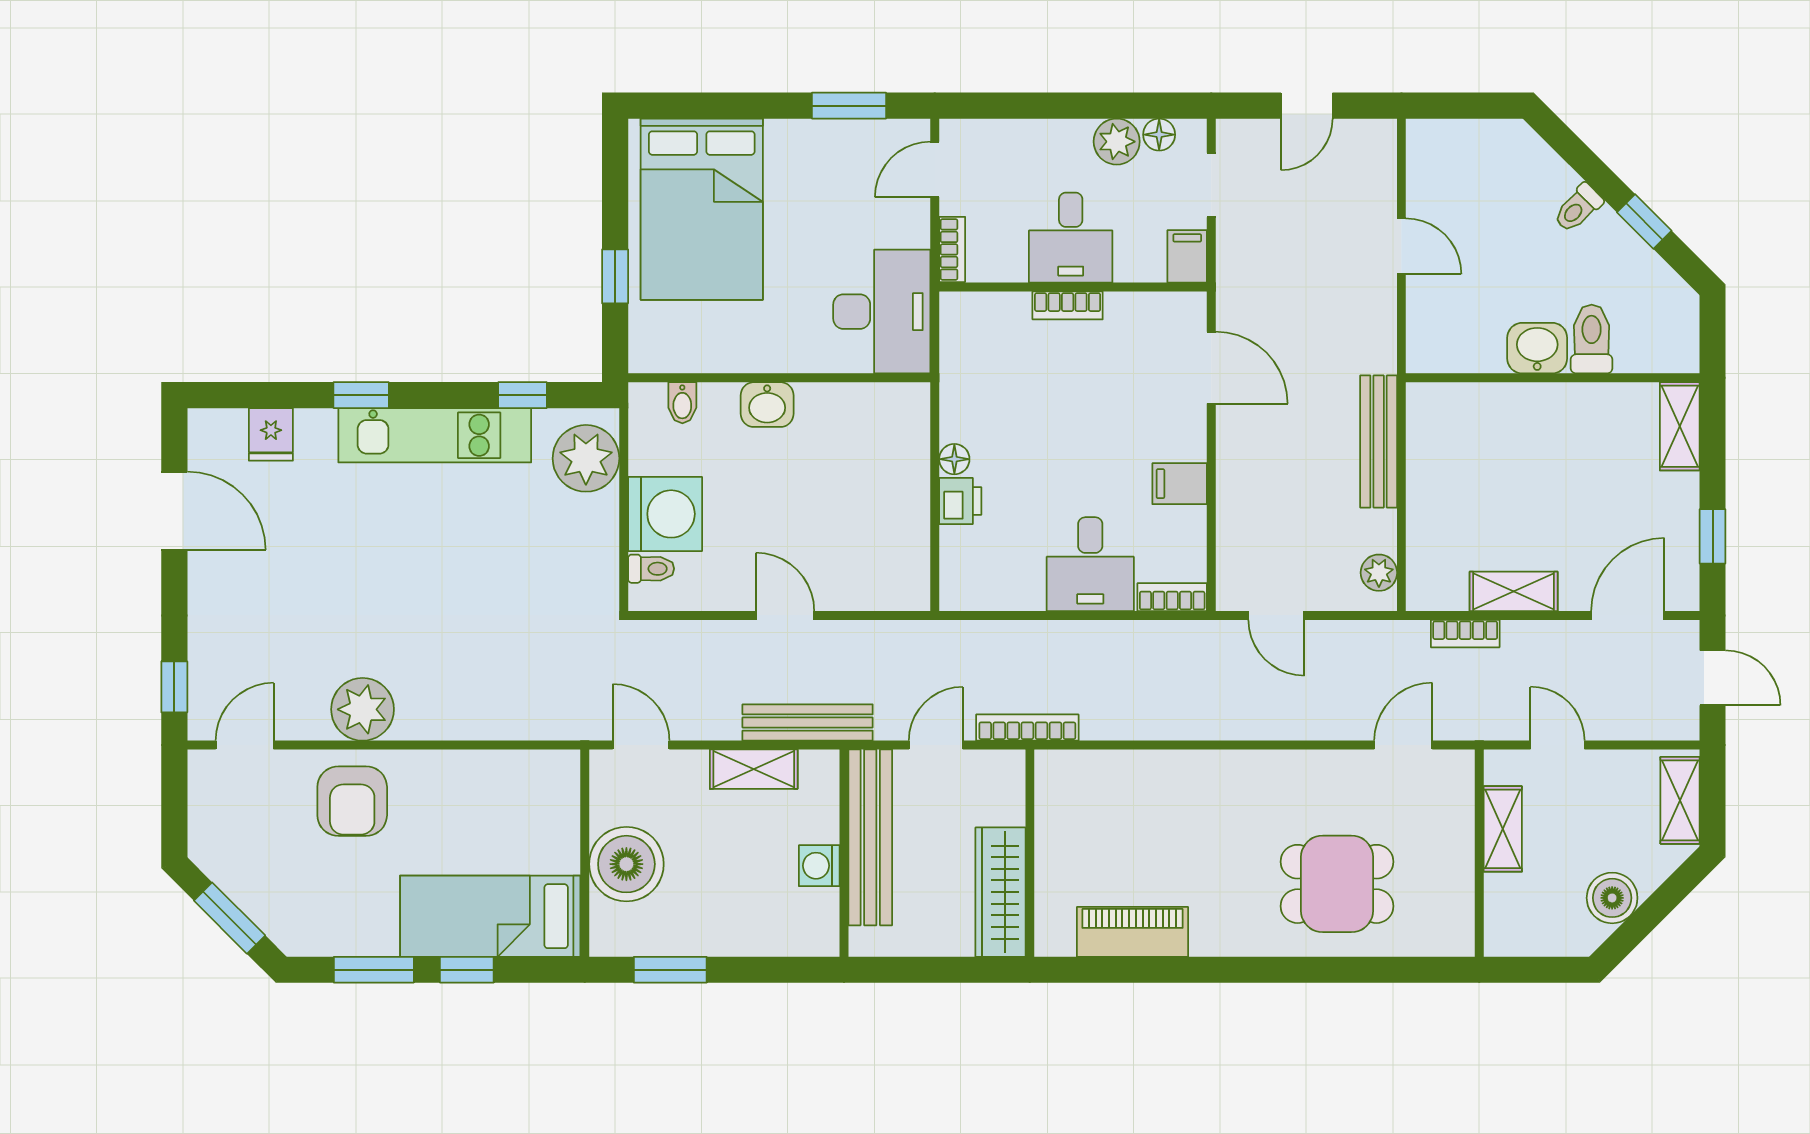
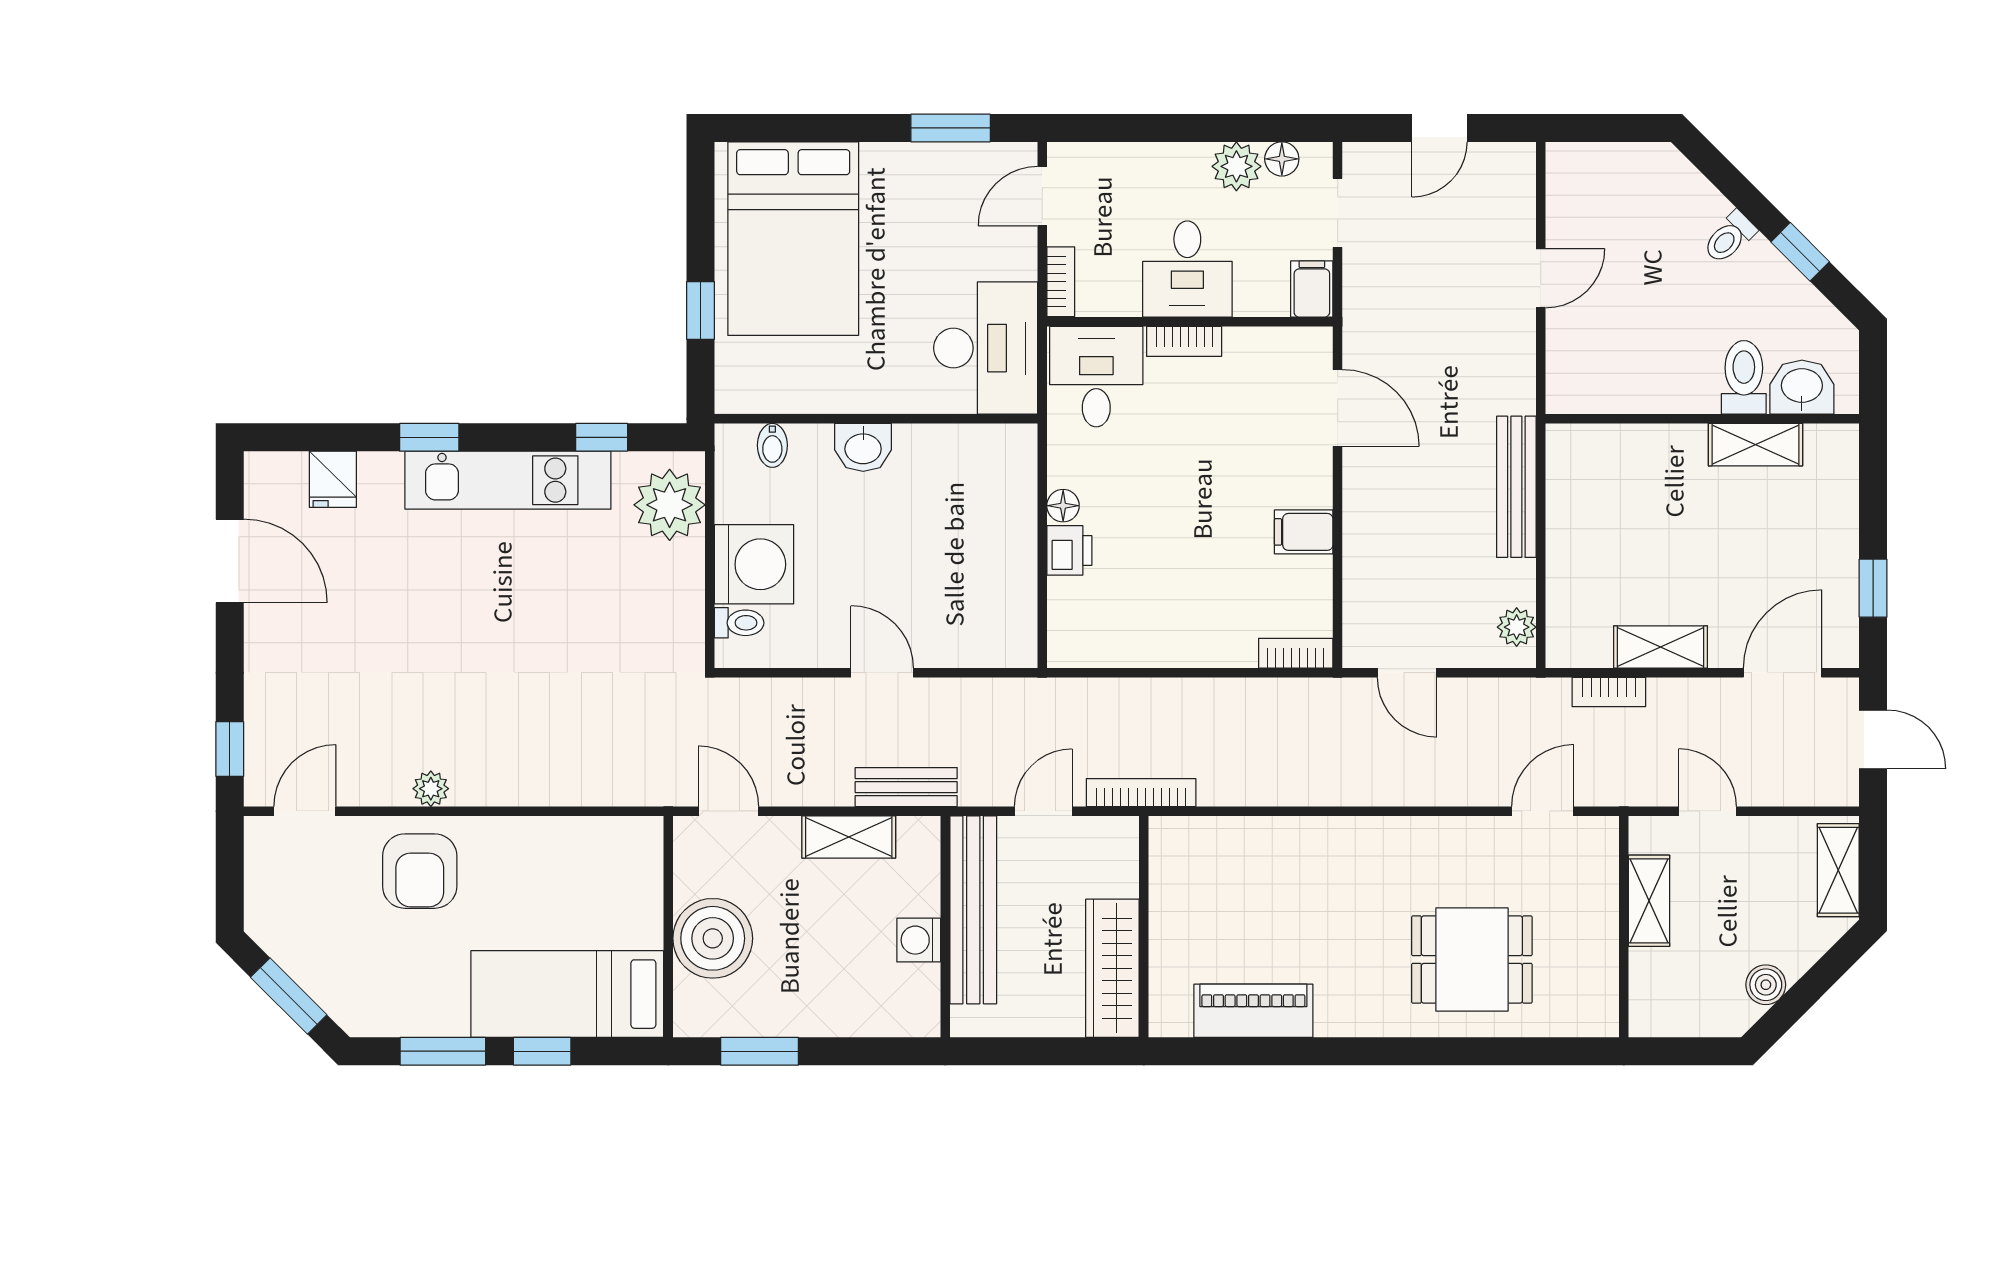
door: (1401, 246) -> (1541, 278), hinge flipped
washbasin: (1537, 348) -> (1802, 387), moved
shelving: (1680, 426) -> (1755, 445), moved, turned 90
desk: (1090, 564) -> (1096, 377), moved, turned 180
plant: (363, 709) -> (431, 789), width x0.53, depth x0.53
bench: (808, 723) -> (906, 787), width x0.73
boiler: (1612, 898) -> (1766, 985), width x0.73, depth x0.73

